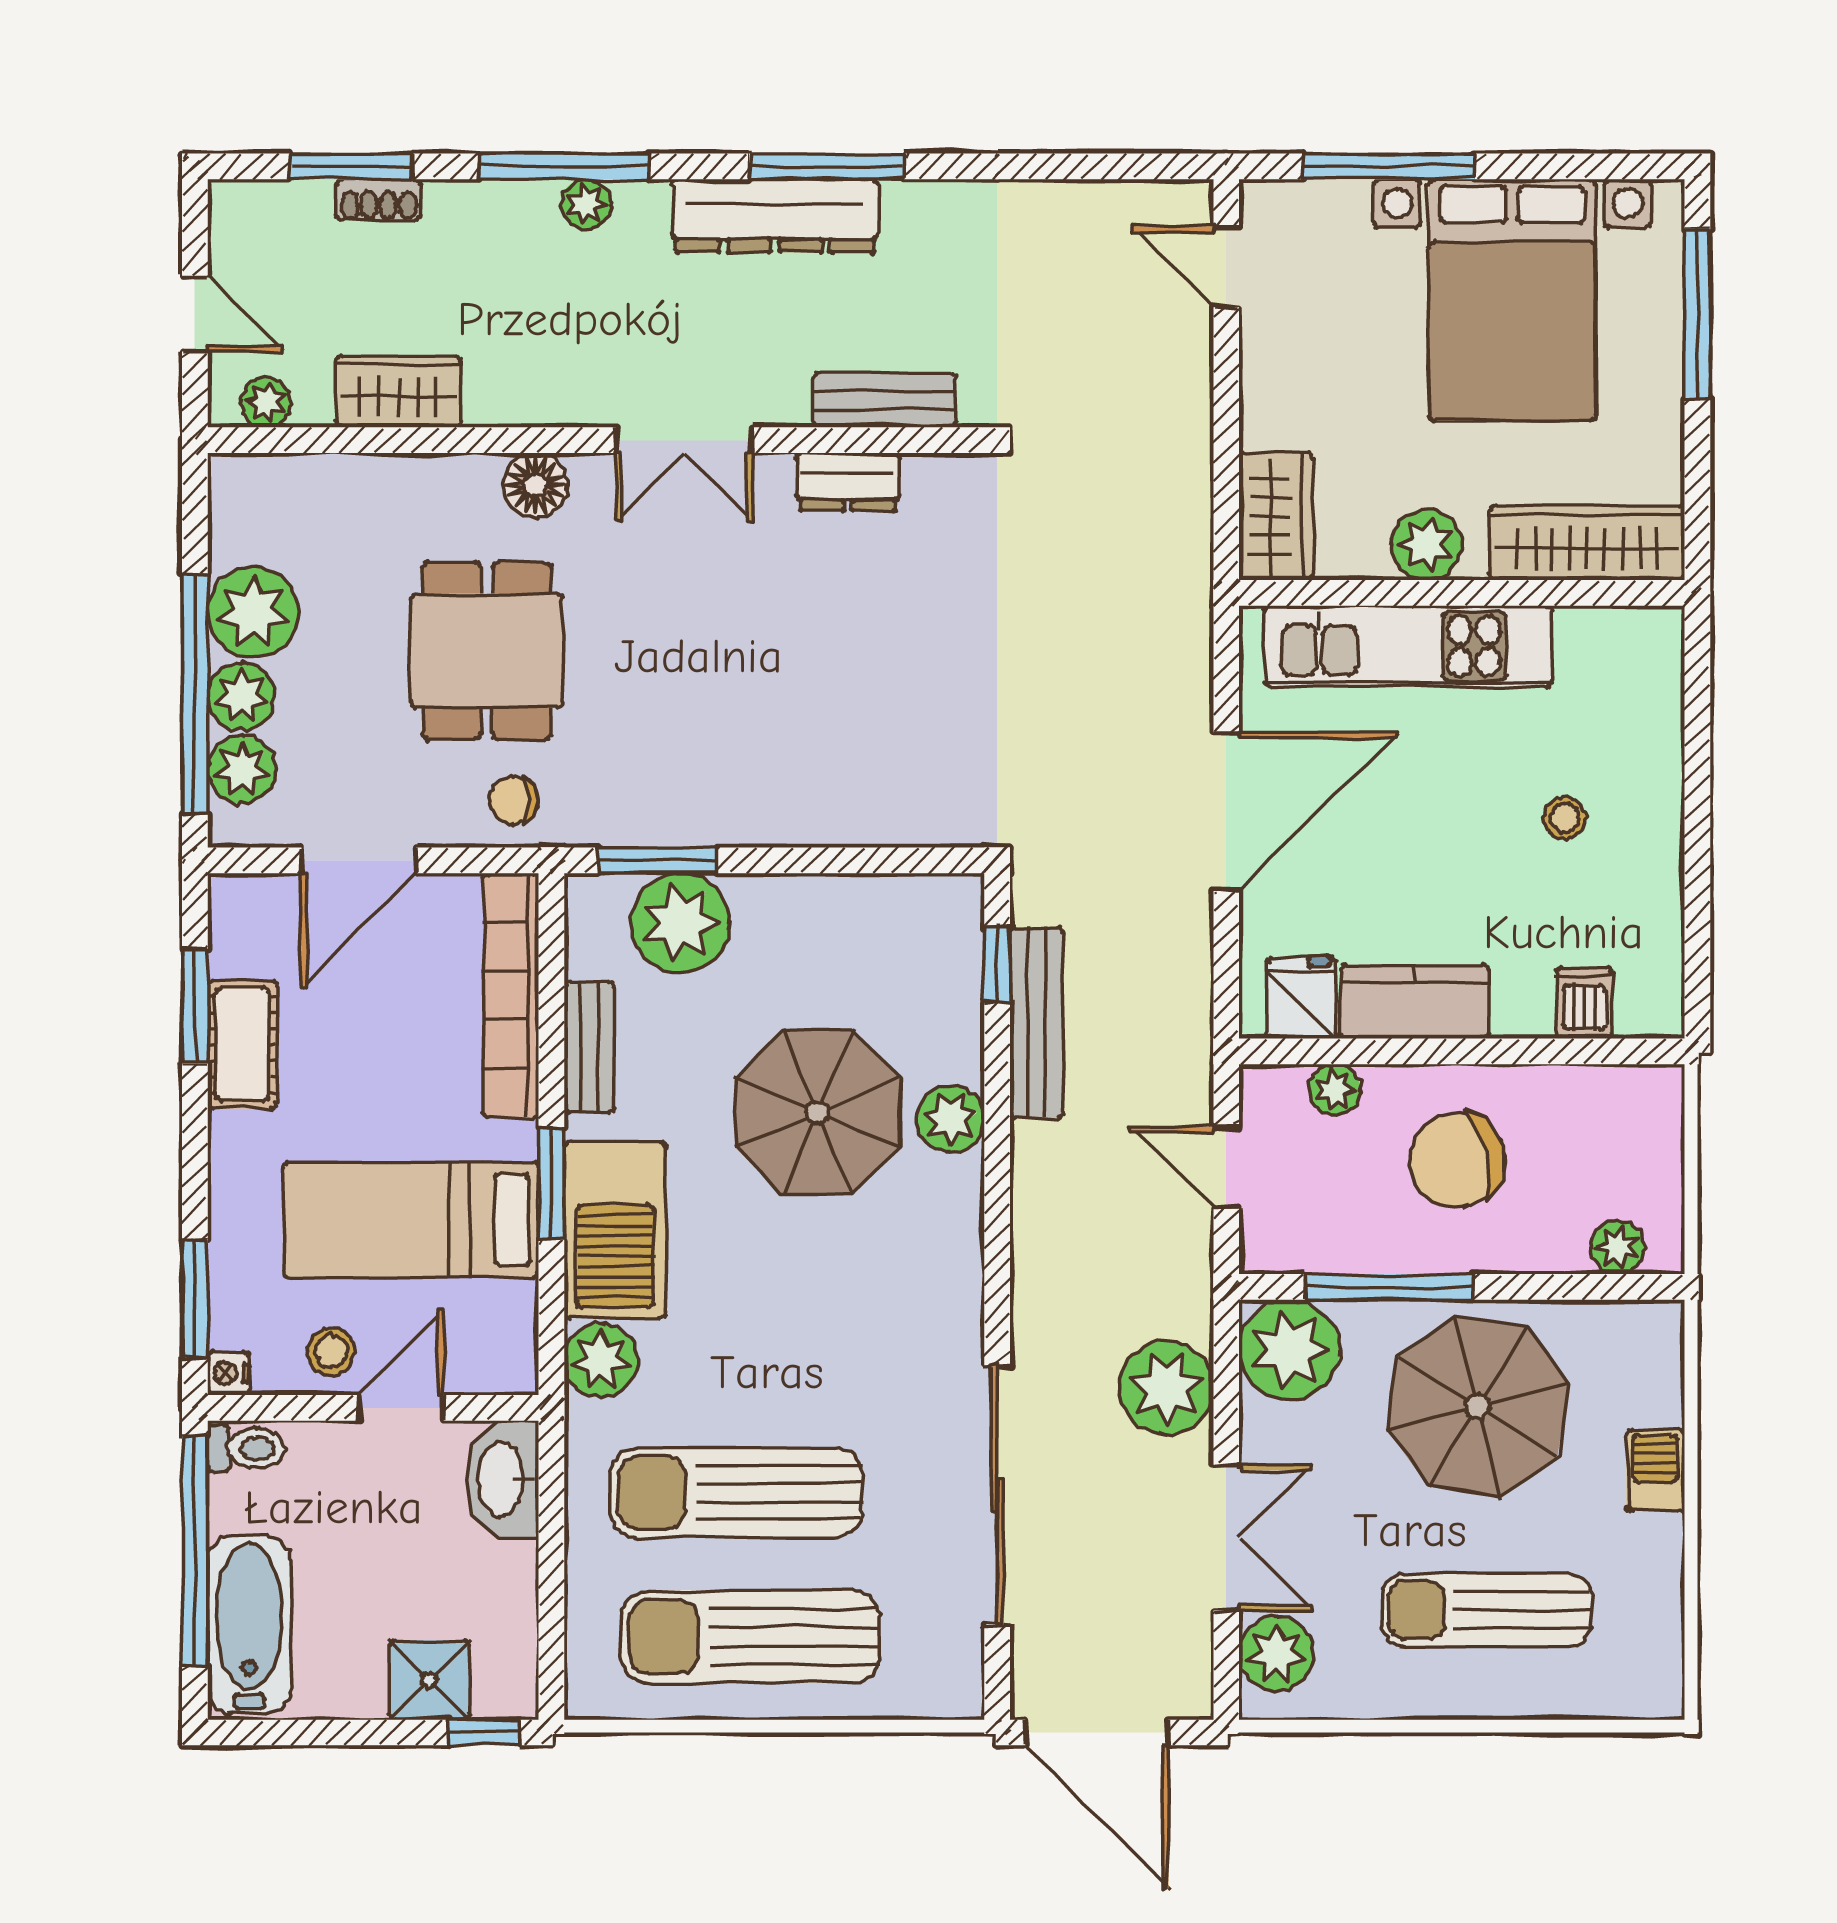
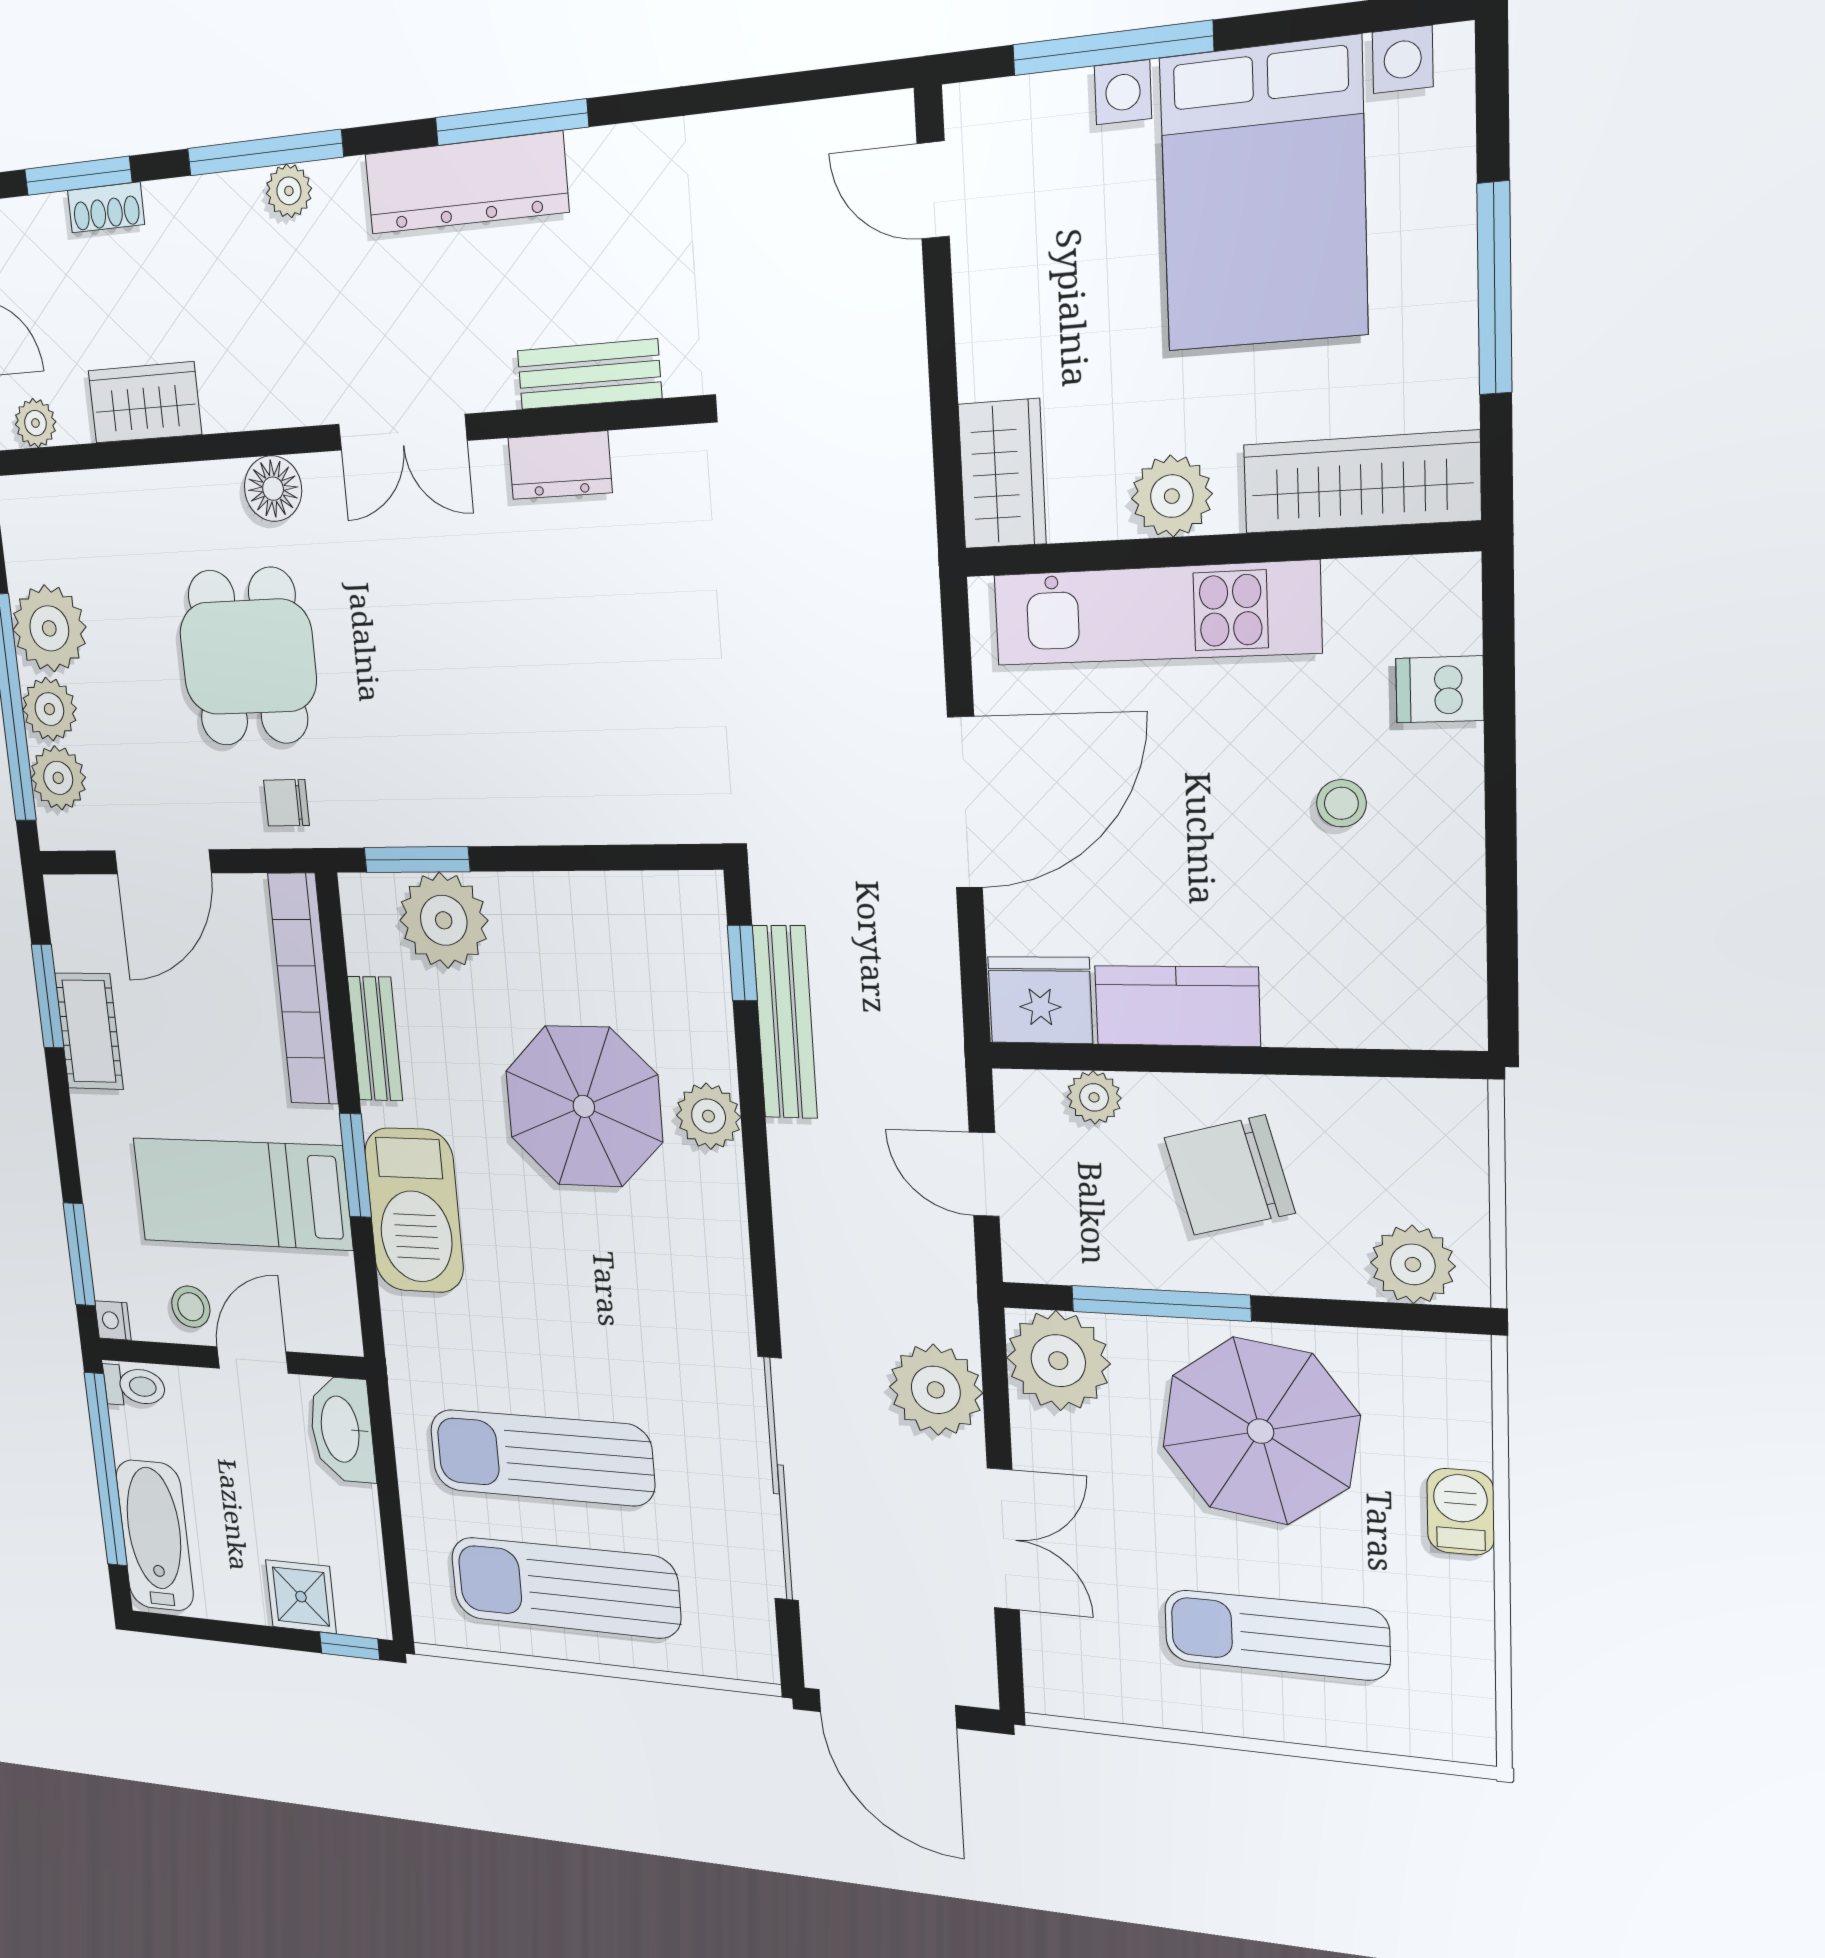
window: (1697, 314) -> (1494, 289), moved
fridge: (1301, 998) -> (1040, 1000), width x1.38
dishwasher: (1584, 1003) -> (1440, 689), moved, turned -90
plant: (1618, 1247) -> (1413, 1264), width x1.38, depth x1.38
plant: (601, 1360) -> (413, 1329), removed
plant: (1276, 1654) -> (1059, 1655), removed

